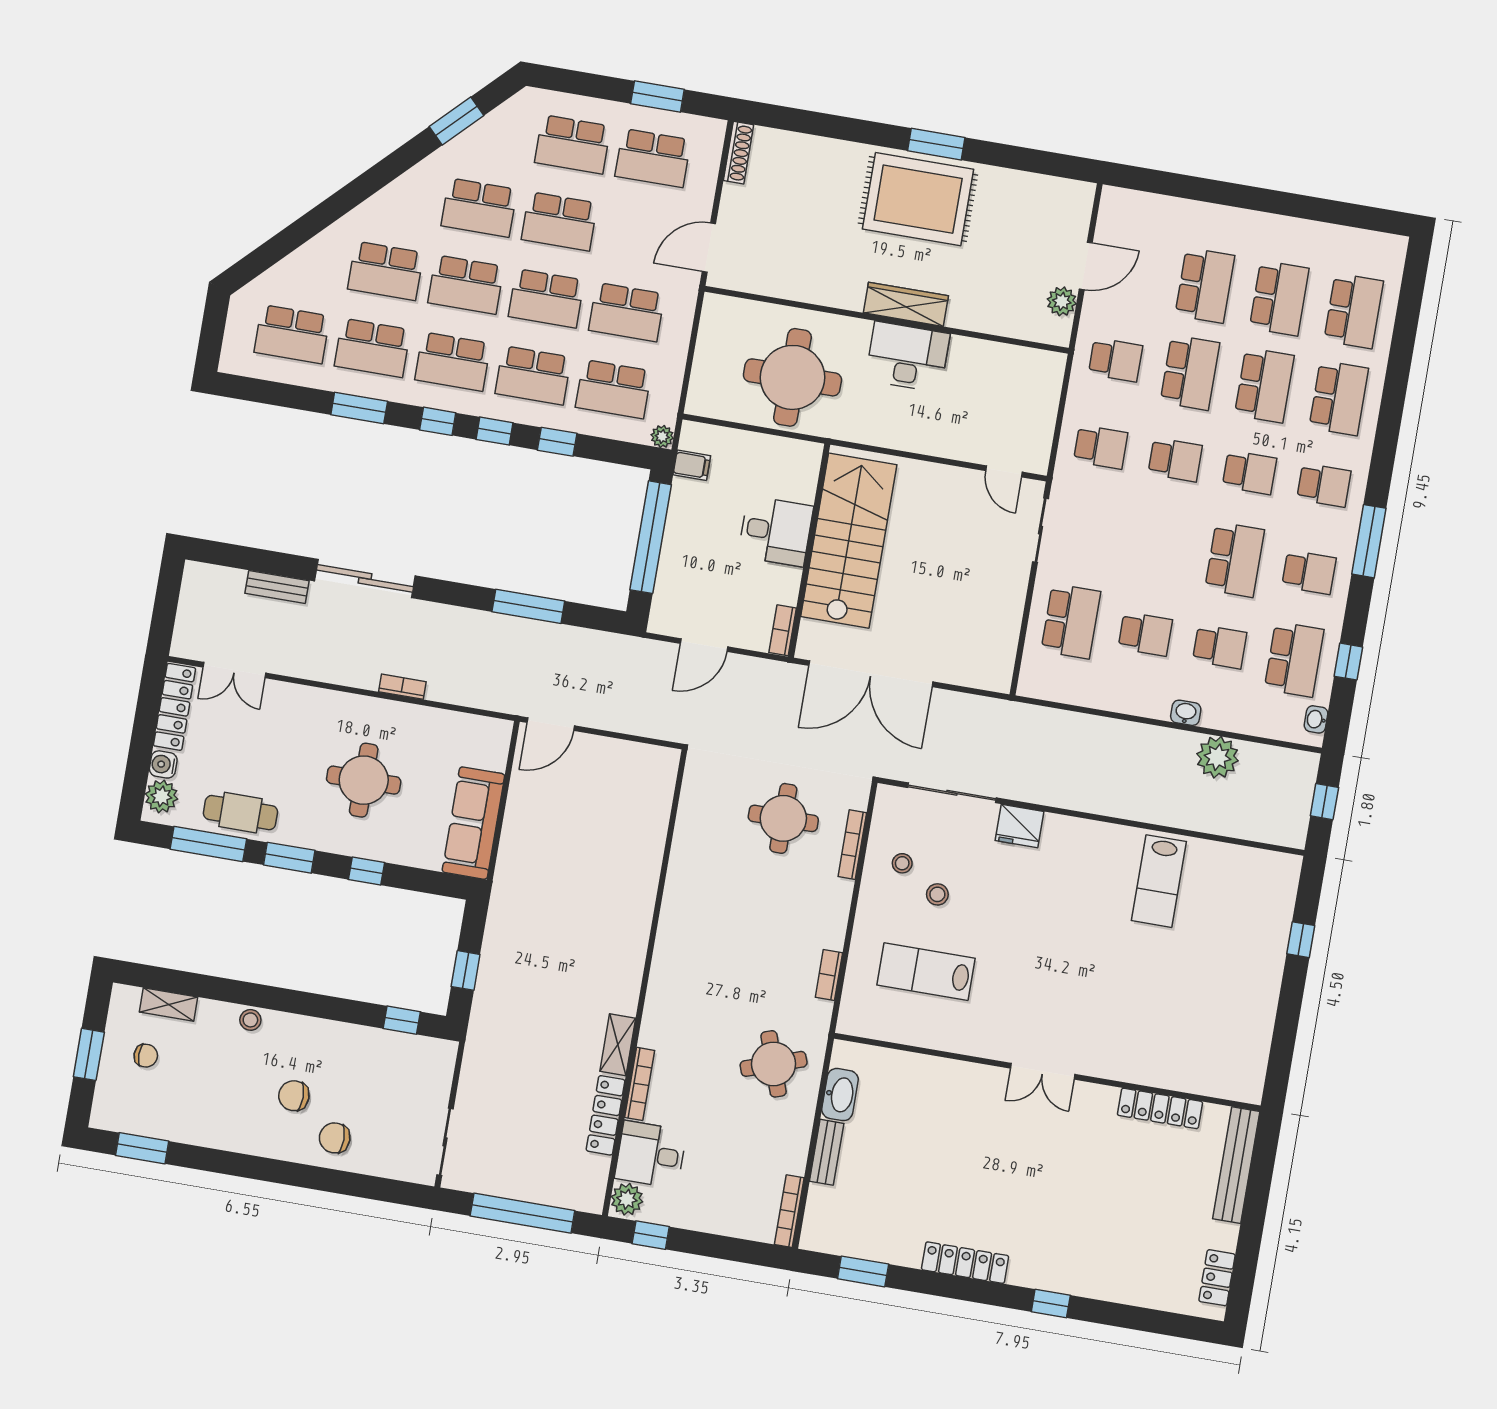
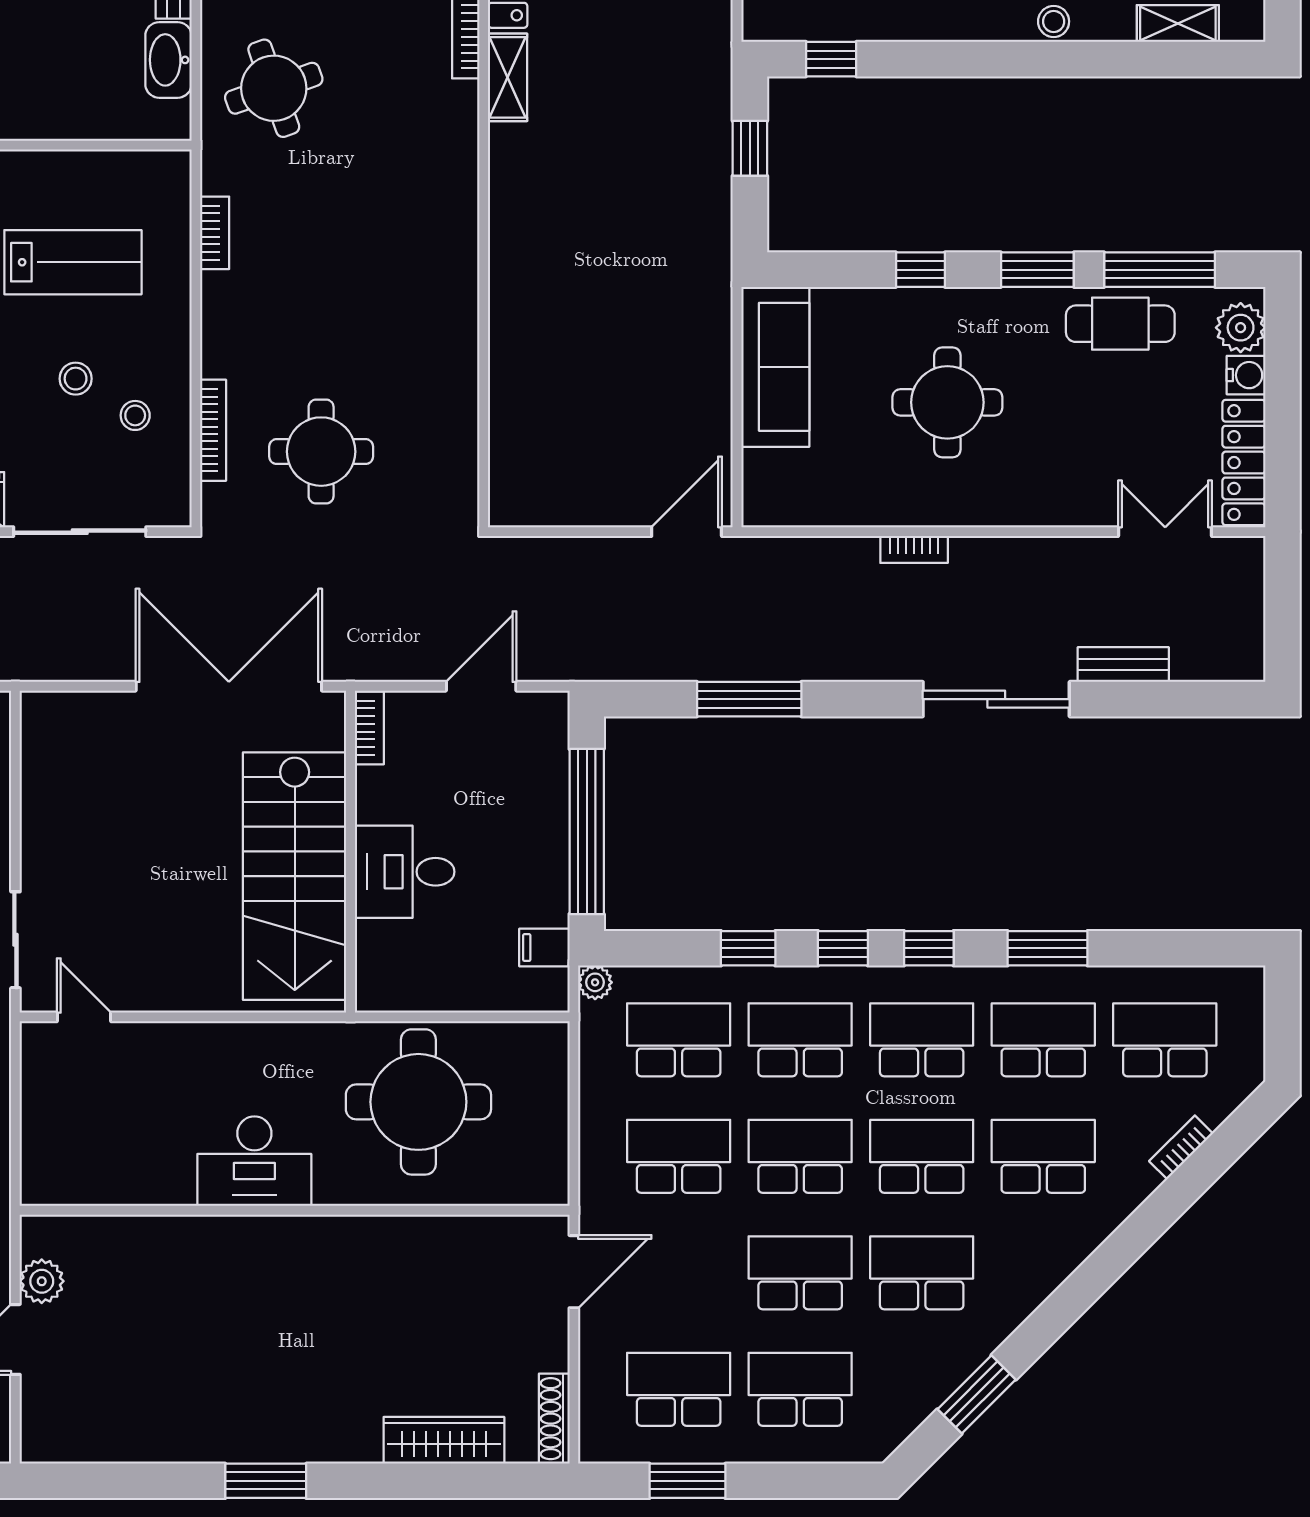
rug: (918, 199) -> (279, 1395), removed
bookcase: (293, 261) -> (1181, 1147), added
wardrobe: (906, 304) -> (444, 1440), moved, turned 180

